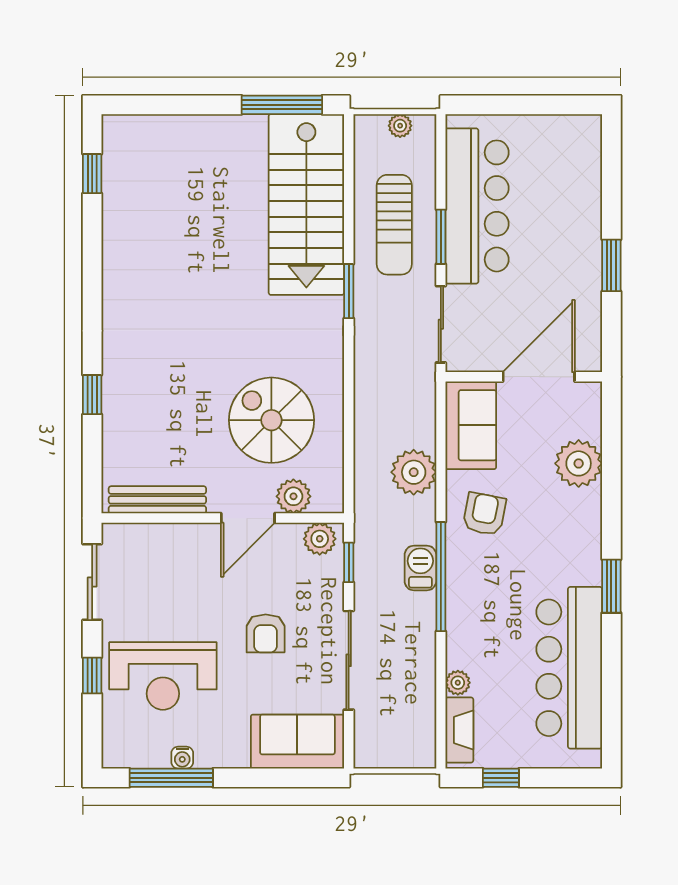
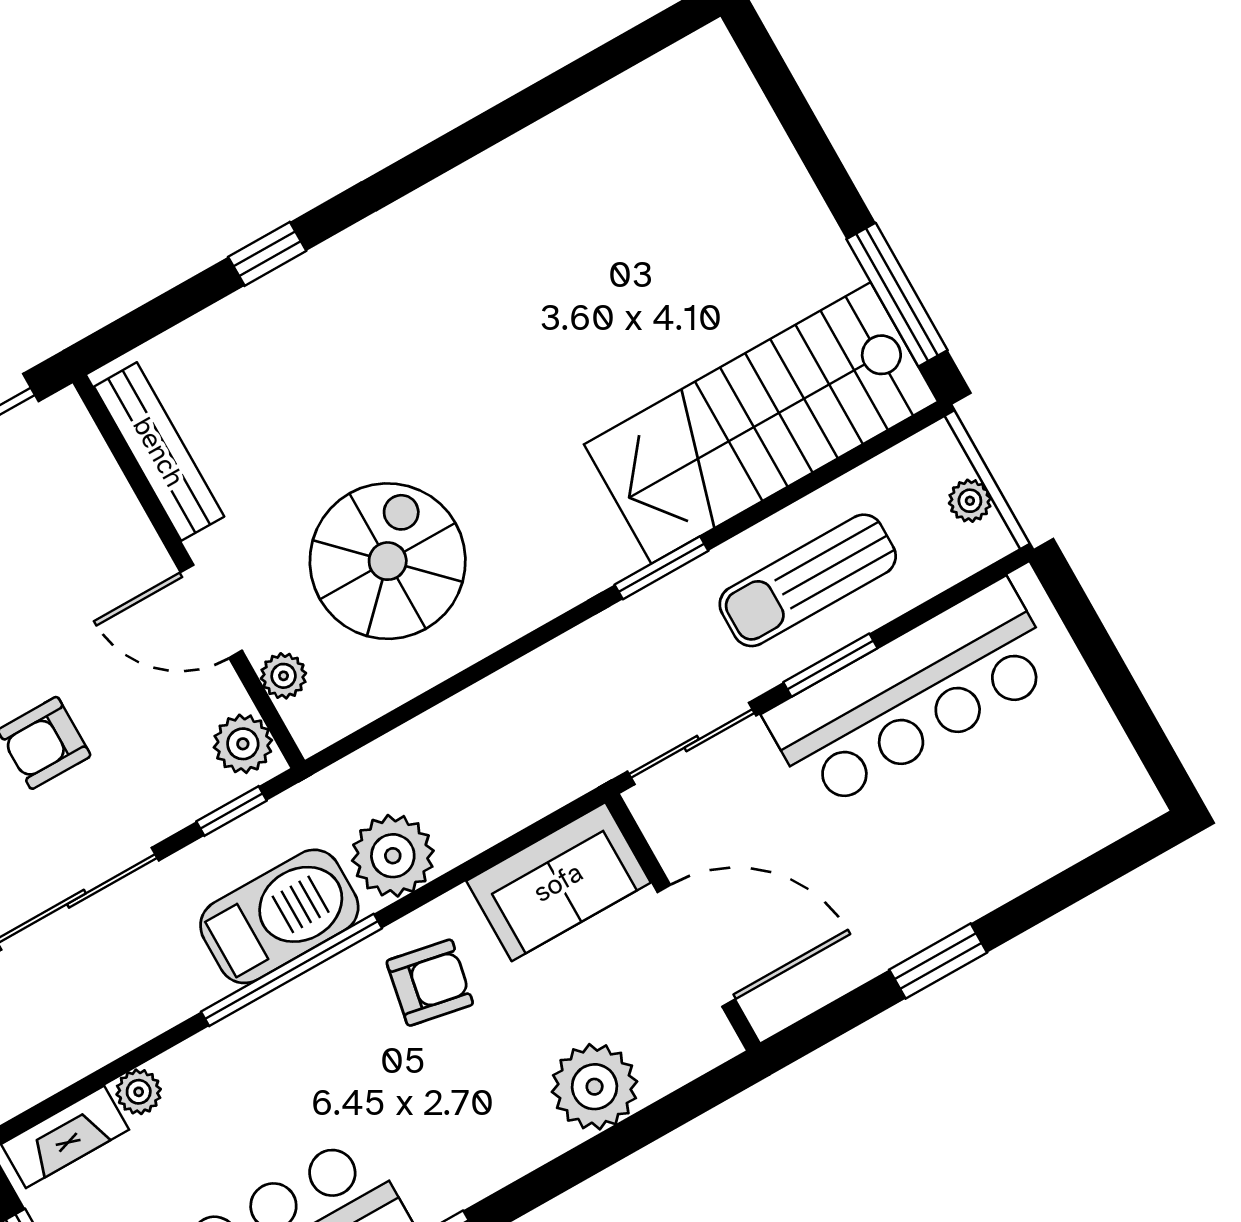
window: (92, 174) -> (618, 56), removed
plant: (414, 472) -> (393, 856), moved
plant: (293, 496) -> (284, 676), width x0.73, depth x0.73
barbecue: (420, 568) -> (279, 916), width x1.88, depth x1.53

